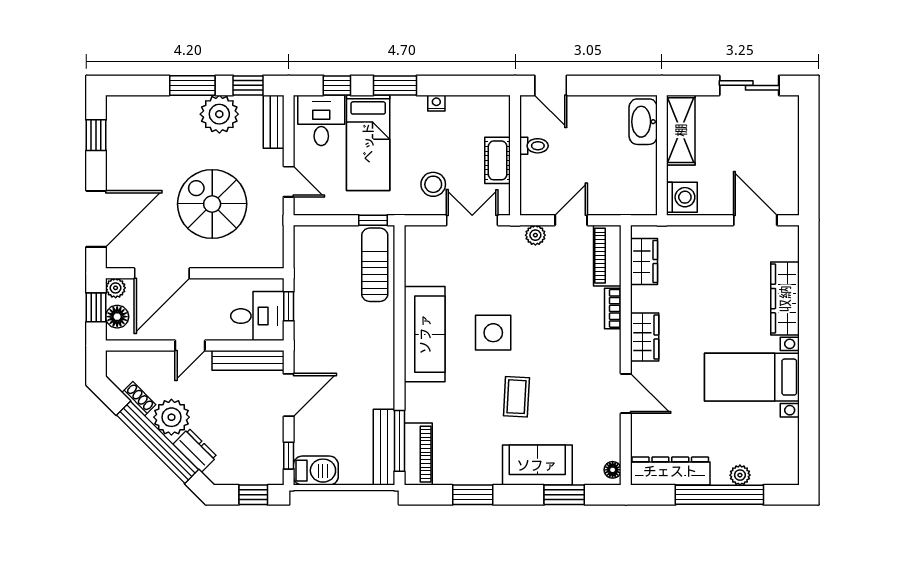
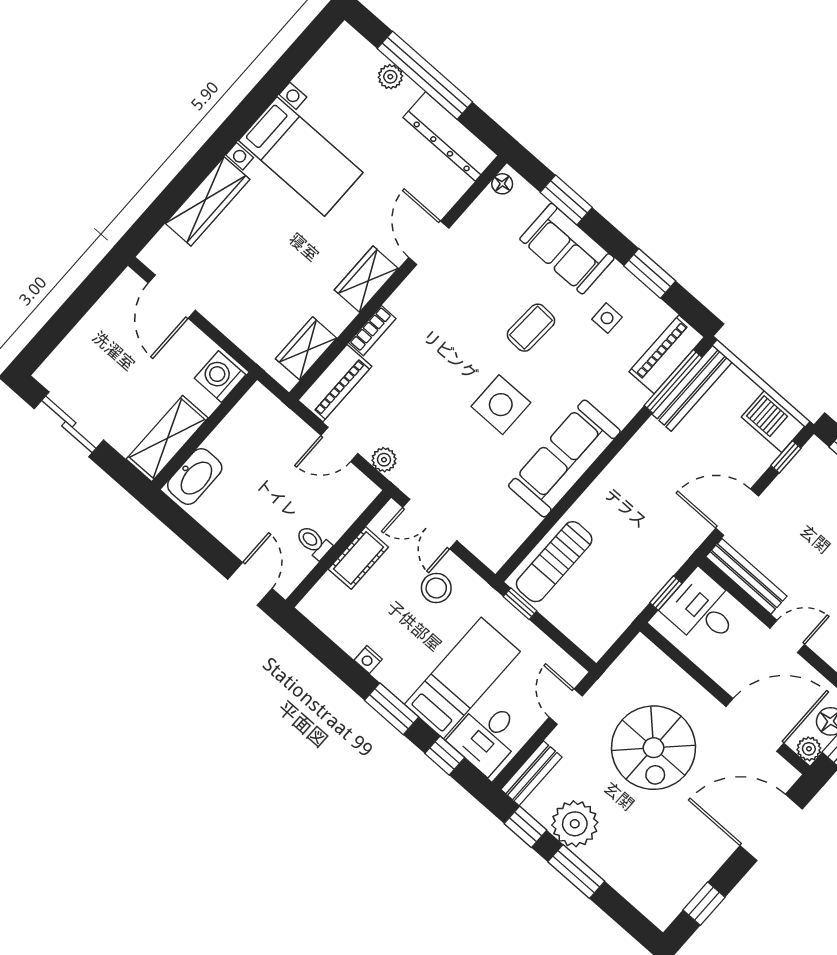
side table: (475, 444) -> (607, 318), added

